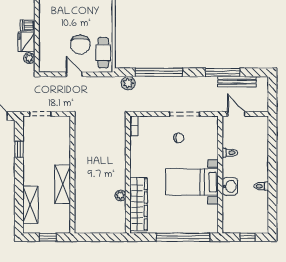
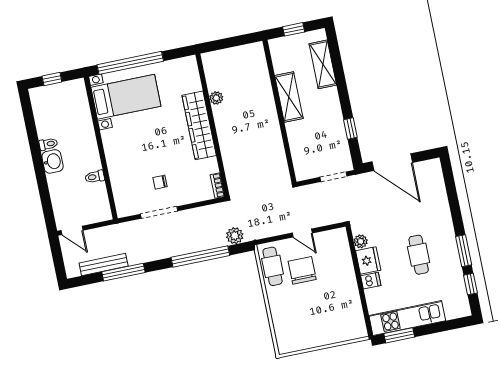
door: (236, 114) -> (72, 230), moved
bed with nightstands: (192, 182) -> (126, 97), moved
washbasin: (230, 186) -> (53, 161), moved, turned 180
wardrobe: (138, 204) -> (199, 125), moved

